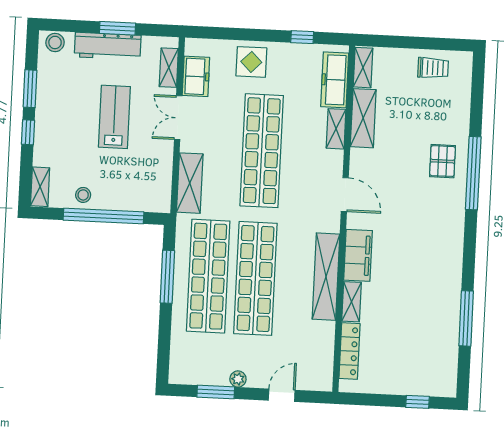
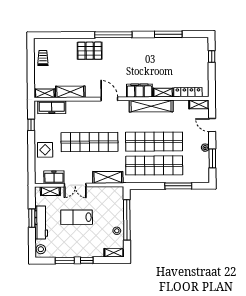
shelving: (336, 129) -> (199, 104), moved
pallet: (443, 161) -> (90, 51), width x1.50, depth x1.42
window: (473, 173) -> (113, 35), moved
door: (345, 195) -> (109, 99), hinge flipped
window: (167, 277) -> (178, 186), moved

